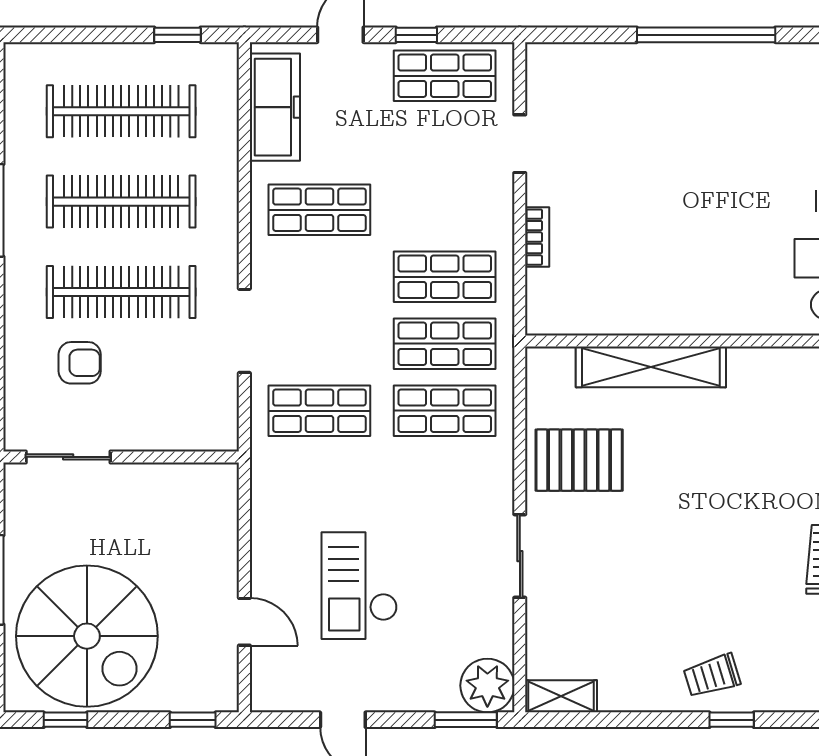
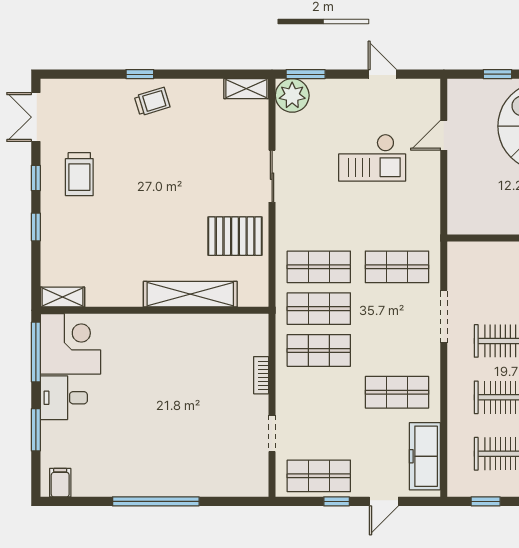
checkout: (359, 586) -> (372, 158), turned 90
door: (244, 622) -> (444, 135), hinge flipped
window: (193, 720) -> (498, 74), moved

